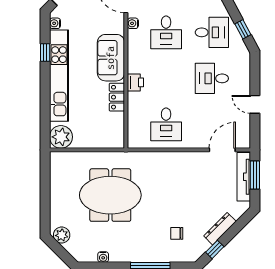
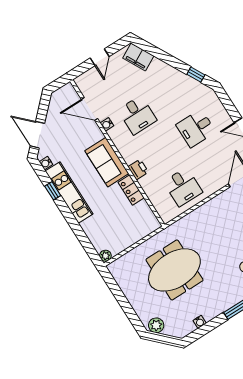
desk: (212, 32) -> (173, 92), removed
kitchen unit: (59, 76) -> (69, 192), width x0.73
plant: (61, 137) -> (105, 256), width x0.53, depth x0.53

